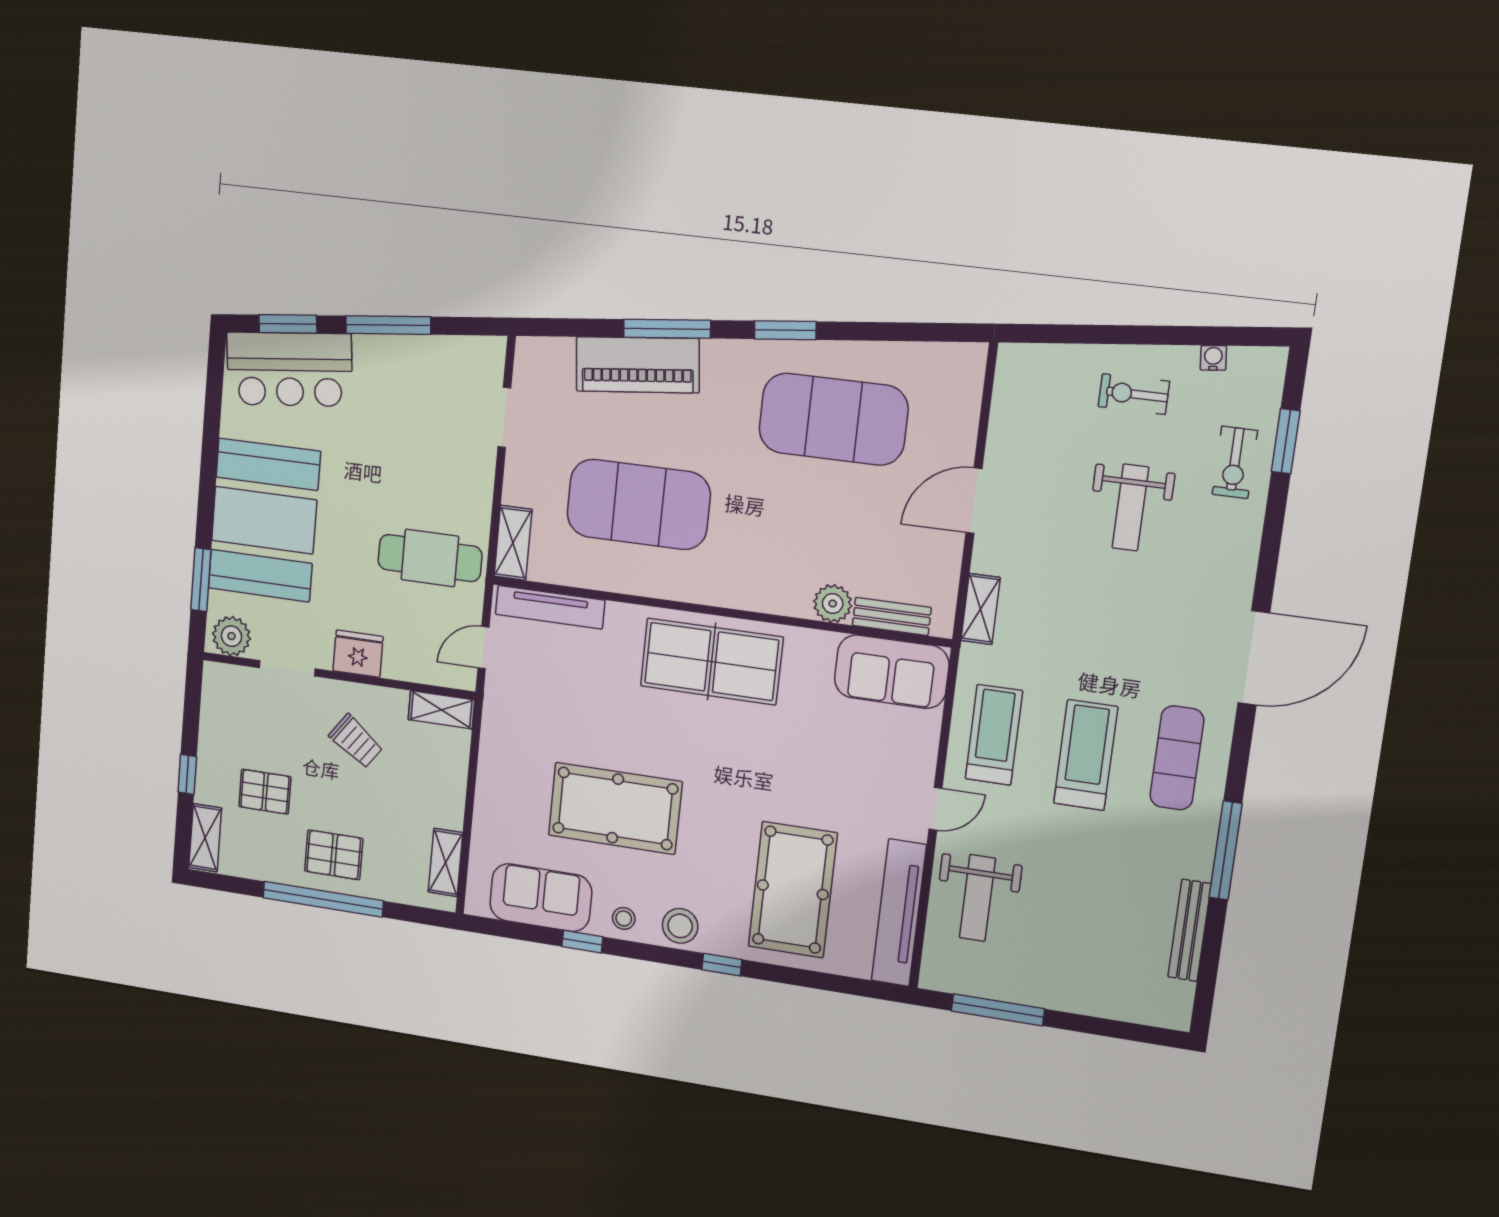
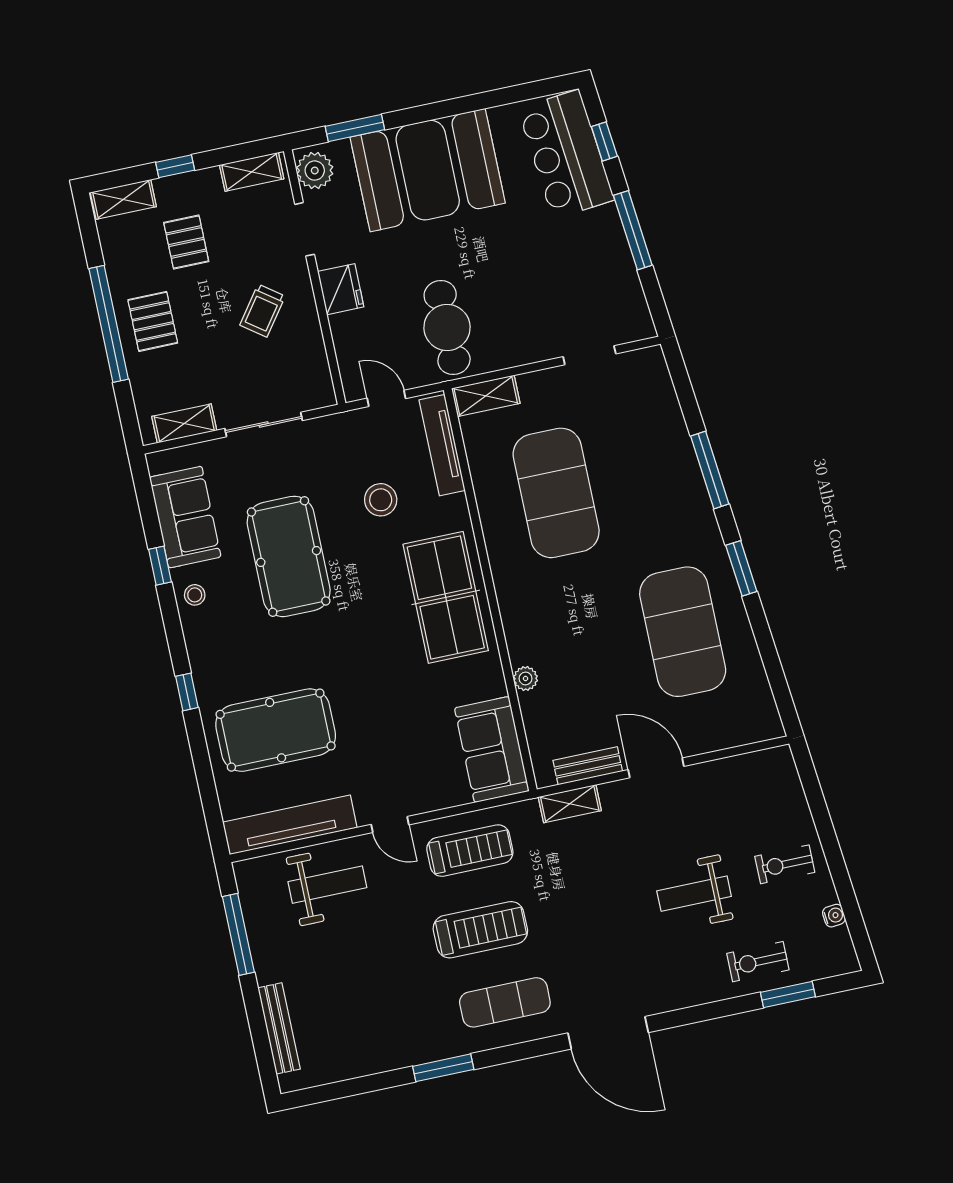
window: (288, 324) -> (604, 141), width x0.67
piano: (638, 365) -> (672, 455), removed
exercise bike: (1134, 394) -> (785, 864), turned -90
plant: (833, 604) -> (526, 678), width x0.73, depth x0.73
bench: (892, 616) -> (588, 766), moved, turned 90
shelving: (441, 710) -> (252, 172), moved, turned 90
sliding door: (471, 783) -> (264, 424), added
window: (1226, 851) -> (443, 1068), width x0.69
weight bench: (977, 898) -> (327, 885), turned 180
stool: (680, 926) -> (381, 500), moved
bench: (1190, 930) -> (279, 1028), moved, turned 90

